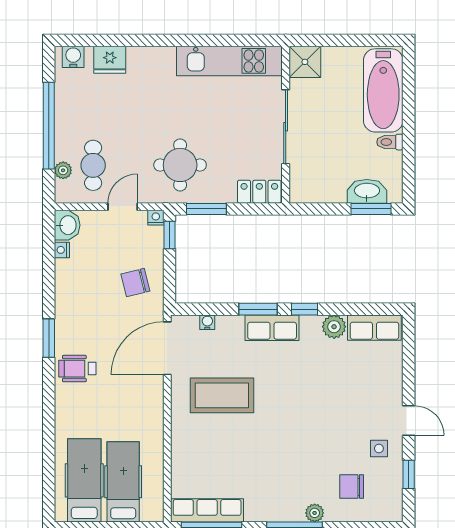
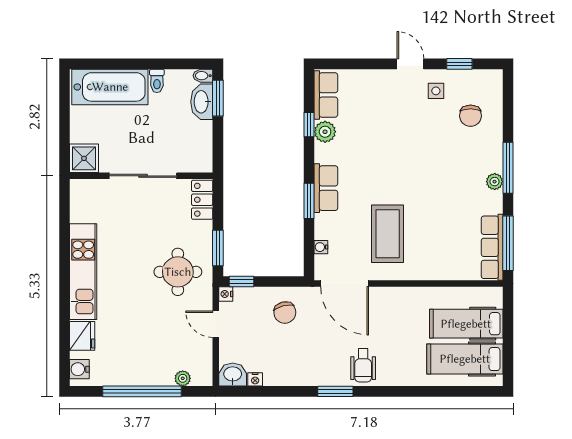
kitchen unit: (229, 61) -> (83, 272), moved
cafe table: (93, 165) -> (178, 351), removed
bidet: (396, 193) -> (203, 76), added
window: (305, 309) -> (309, 125), moved
door: (409, 421) -> (410, 64), hinge flipped
plant: (315, 513) -> (495, 182), moved

